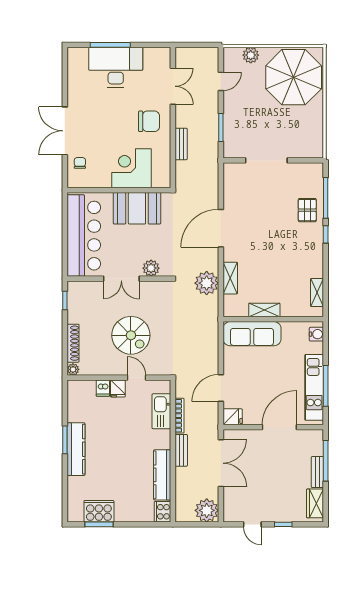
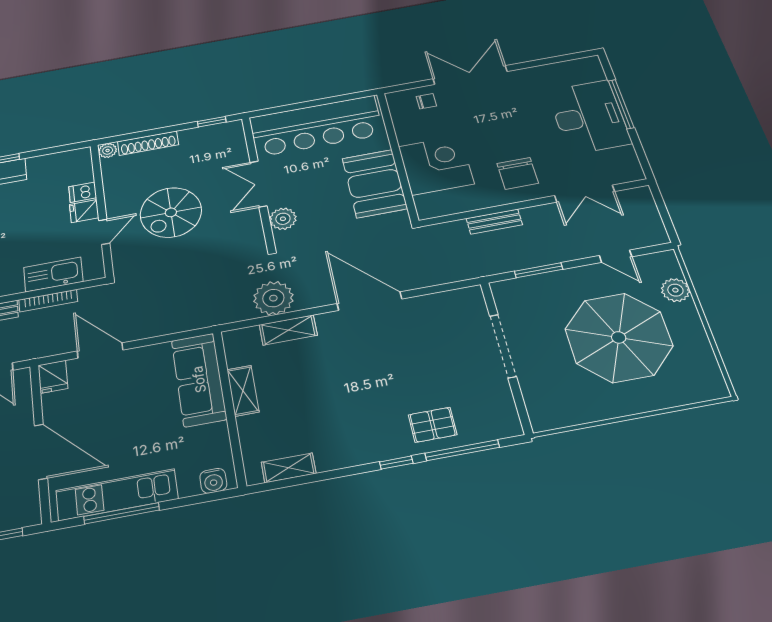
parasol: (294, 77) -> (619, 337), moved

